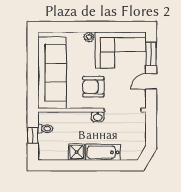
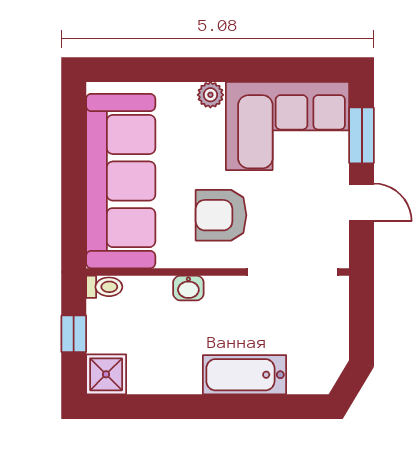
door: (151, 81) -> (362, 202), swing flipped
washbasin: (98, 117) -> (188, 288), moved
toilet: (45, 129) -> (104, 287), moved
shower: (77, 152) -> (106, 374), moved

